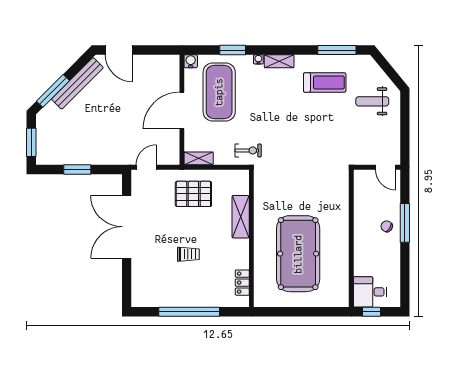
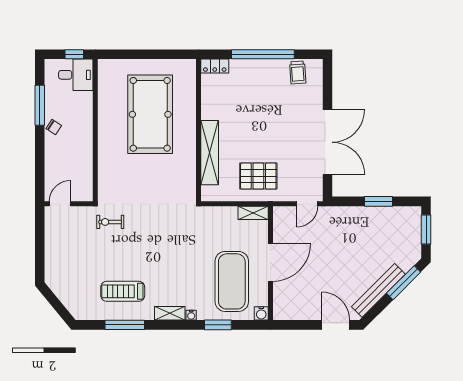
window: (337, 50) -> (125, 325), moved
weight bench: (372, 101) -> (74, 272), removed
exercise bike: (248, 150) -> (110, 222), moved
door: (385, 167) -> (60, 204), hinge flipped
shelving: (241, 217) -> (210, 153), width x1.47
window: (405, 223) -> (40, 105), moved
chair: (387, 226) -> (54, 127), moved
trolley: (188, 254) -> (298, 72), moved, turned -94
locker: (242, 283) -> (215, 66), moved, turned 90

